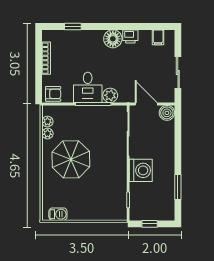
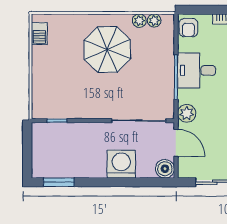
plant: (110, 95) -> (187, 113), moved
door: (146, 104) -> (176, 143), hinge flipped
washing machine: (141, 170) -> (121, 164), moved, turned 180
window: (178, 187) -> (59, 182), moved
window: (150, 224) -> (27, 147), removed

